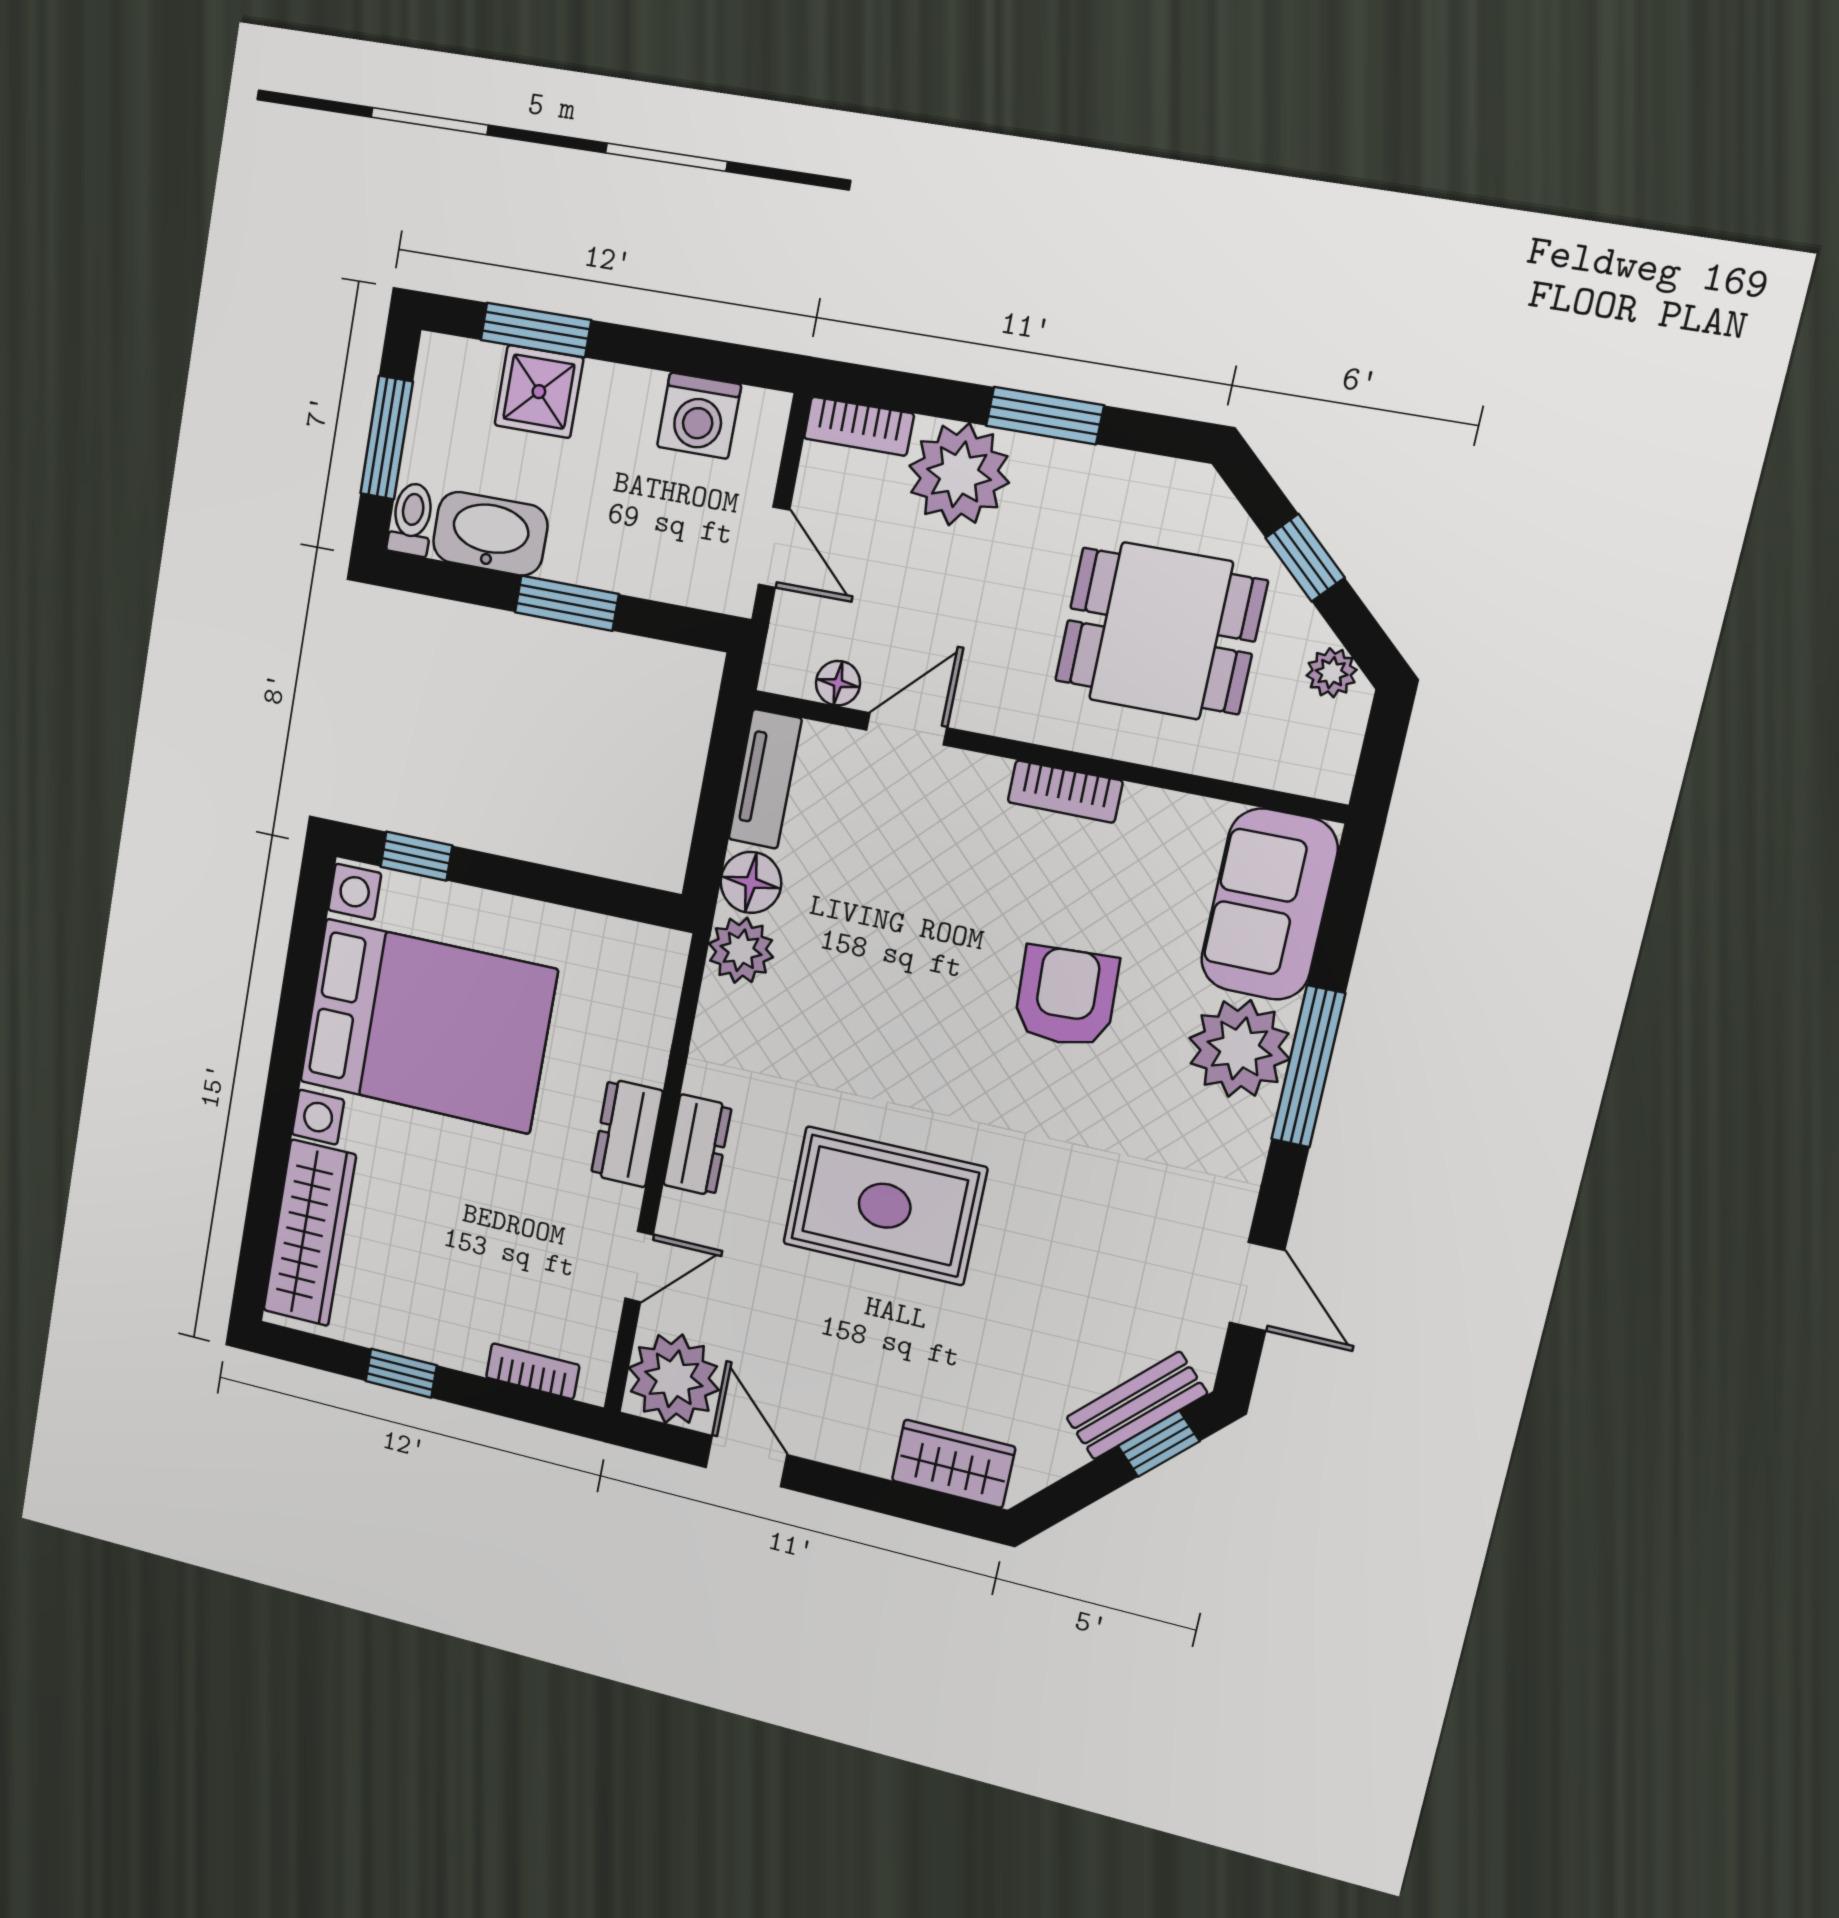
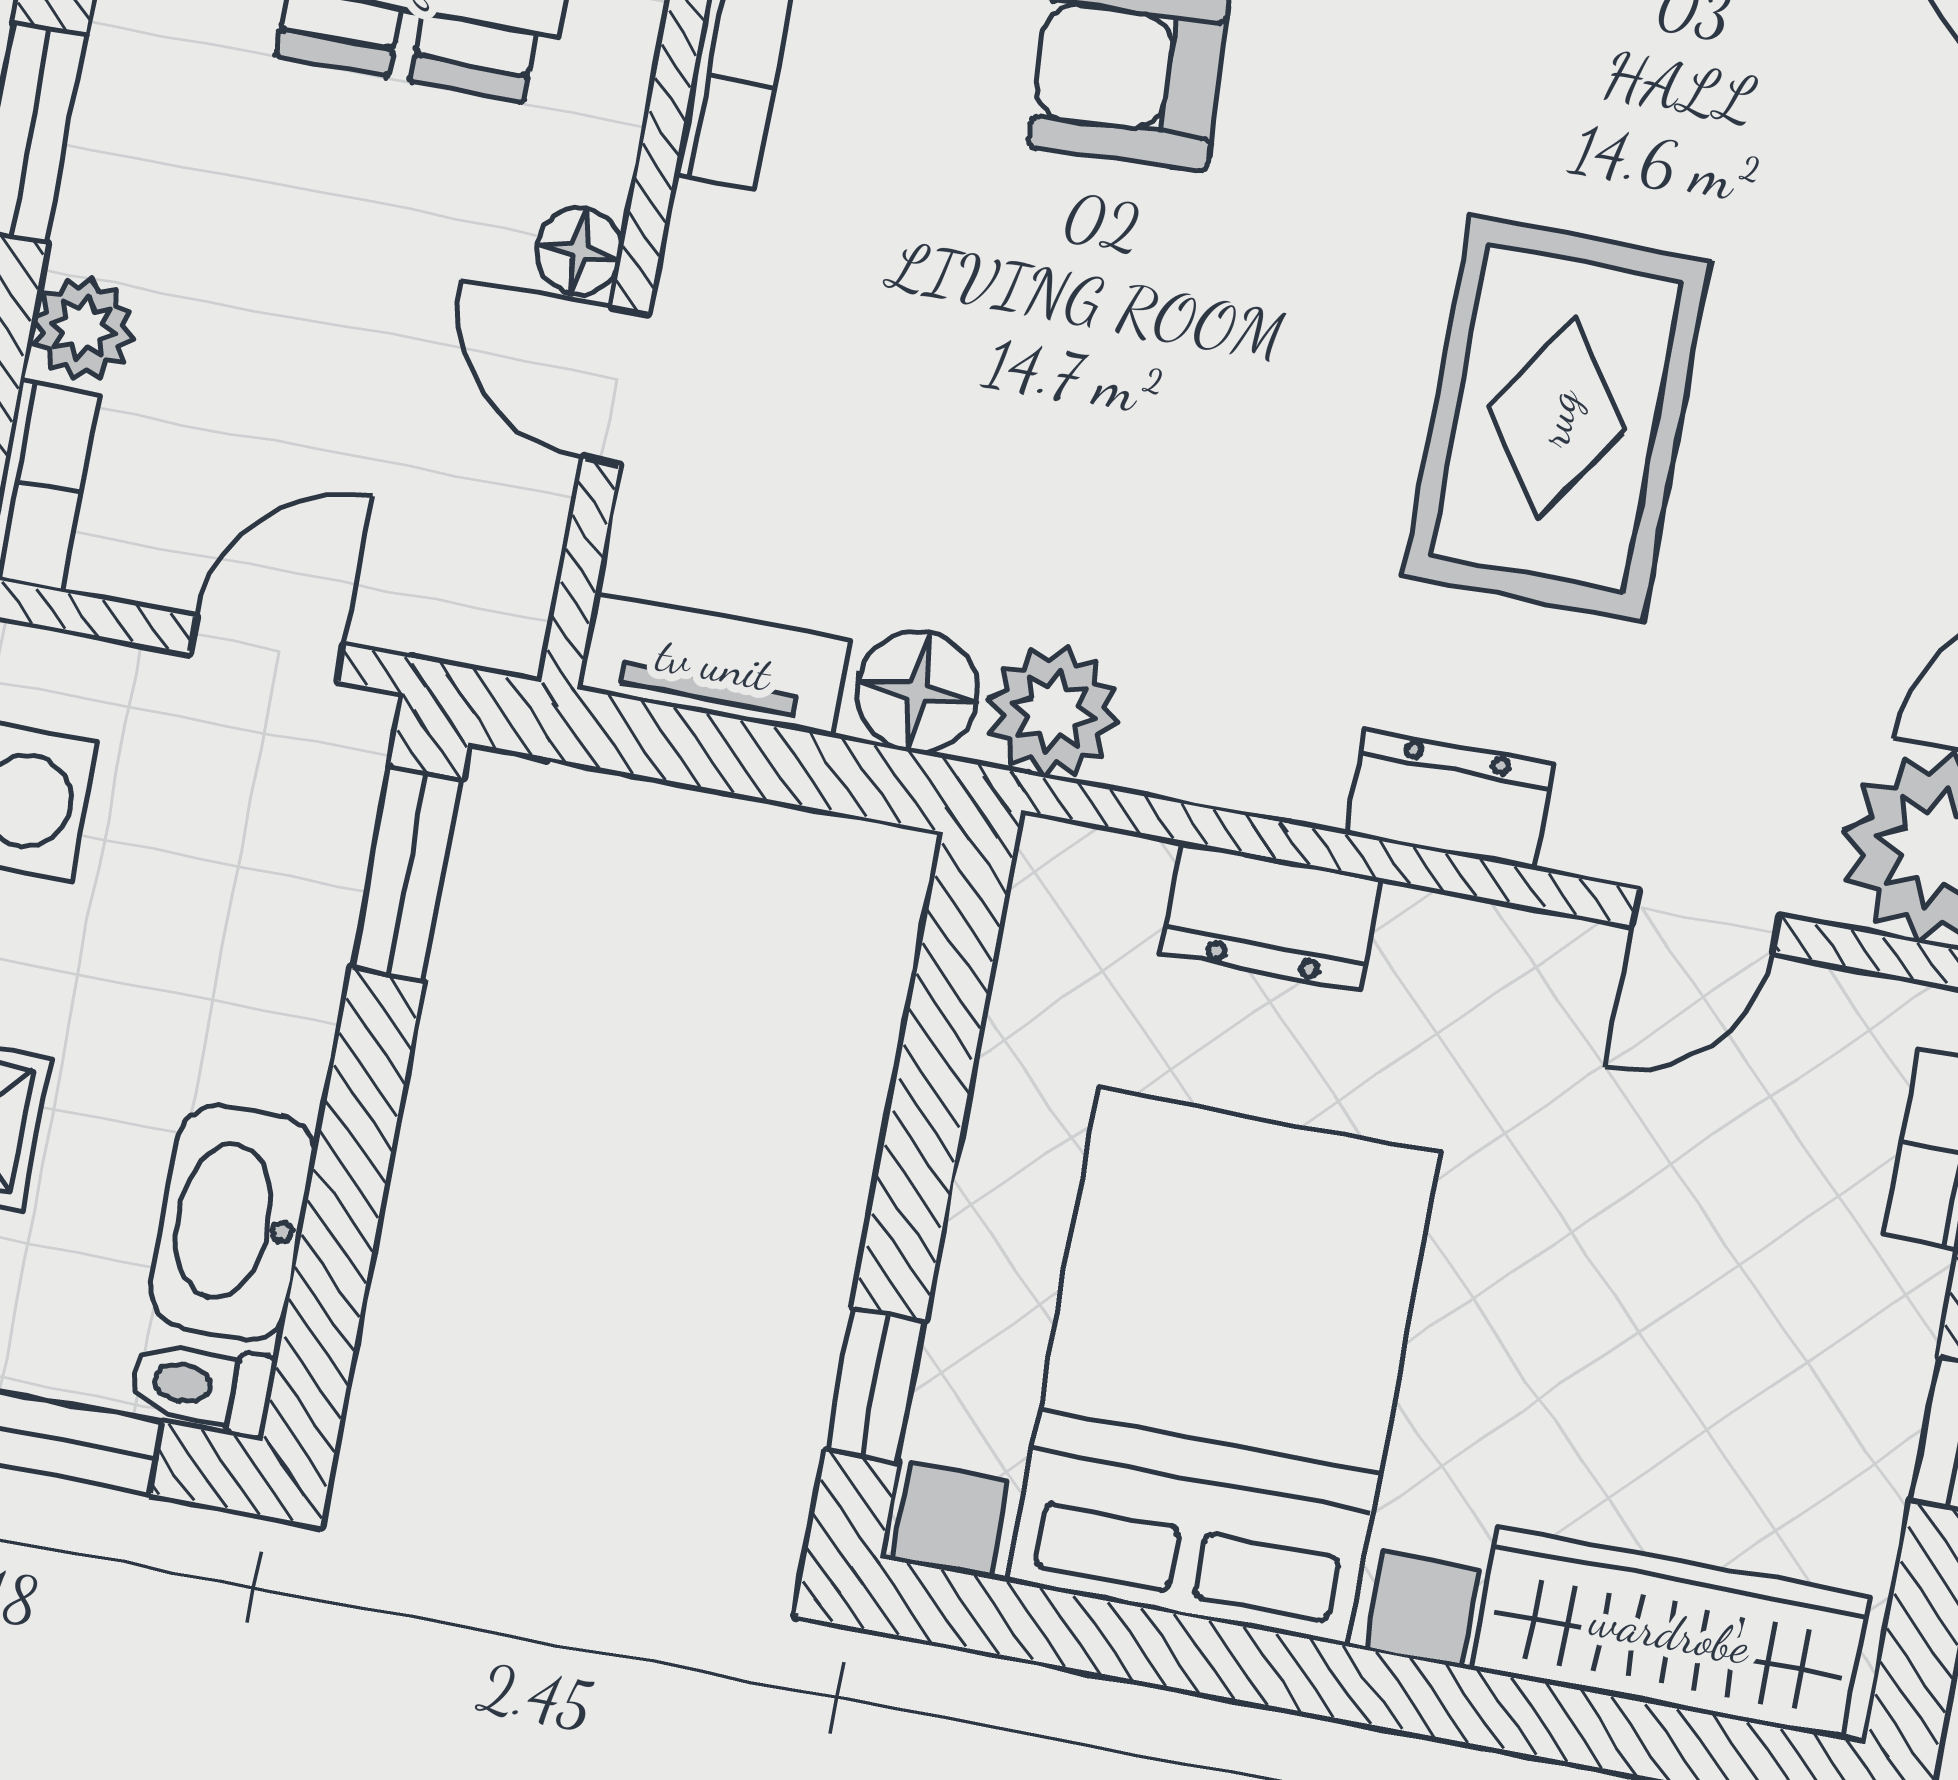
plant: (959, 474) -> (83, 328), width x0.53, depth x0.53
window: (567, 603) -> (407, 874), moved
floor lamp: (838, 683) -> (579, 251), moved
dresser: (627, 1133) -> (1271, 916), moved
door: (639, 1267) -> (1706, 921), swing flipped

